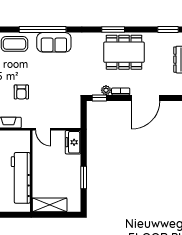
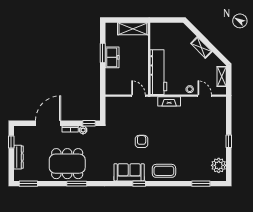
window: (43, 30) -> (139, 184), width x0.32
armchair: (21, 92) -> (142, 141), moved
freezer: (73, 142) -> (112, 57), moved
workbench: (21, 178) -> (158, 72), moved

